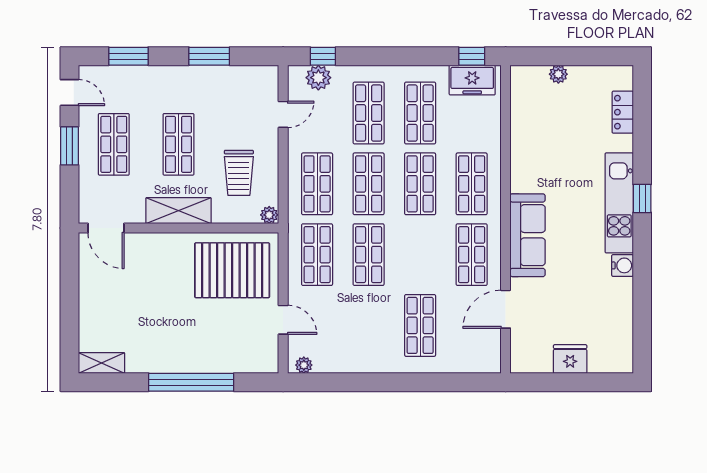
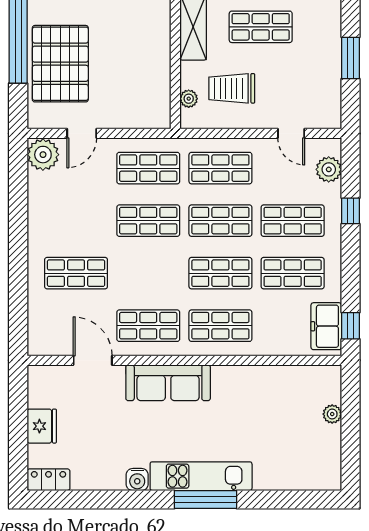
window: (323, 56) -> (350, 211), moved
locker: (623, 112) -> (49, 480), moved
window: (642, 198) -> (206, 500), width x2.17
plant: (269, 215) -> (189, 99), moved
pallet: (232, 270) -> (60, 64), moved
plant: (304, 365) -> (43, 155), width x1.87, depth x1.87

